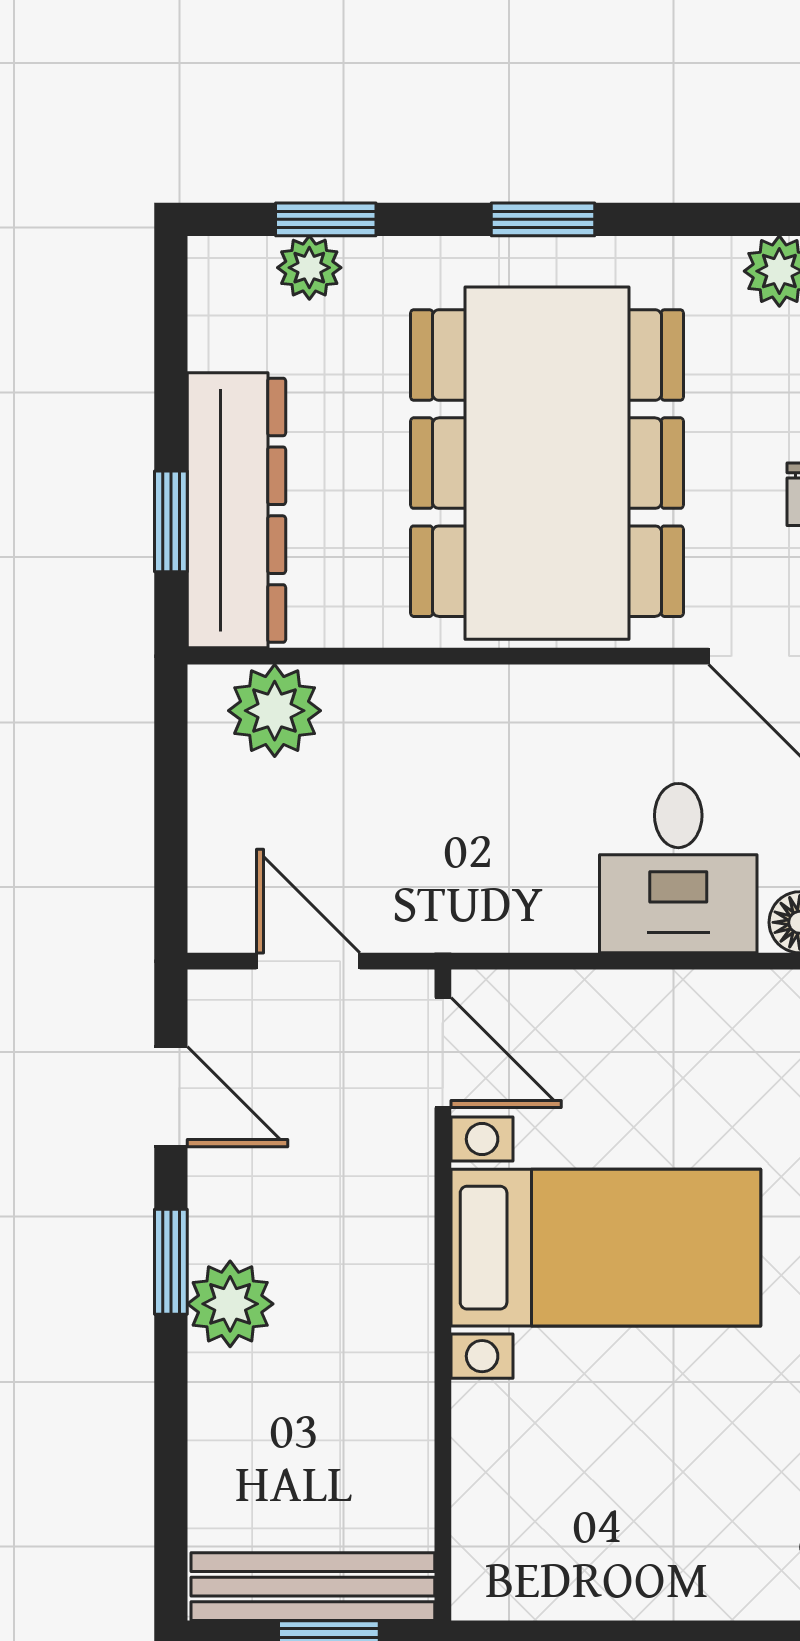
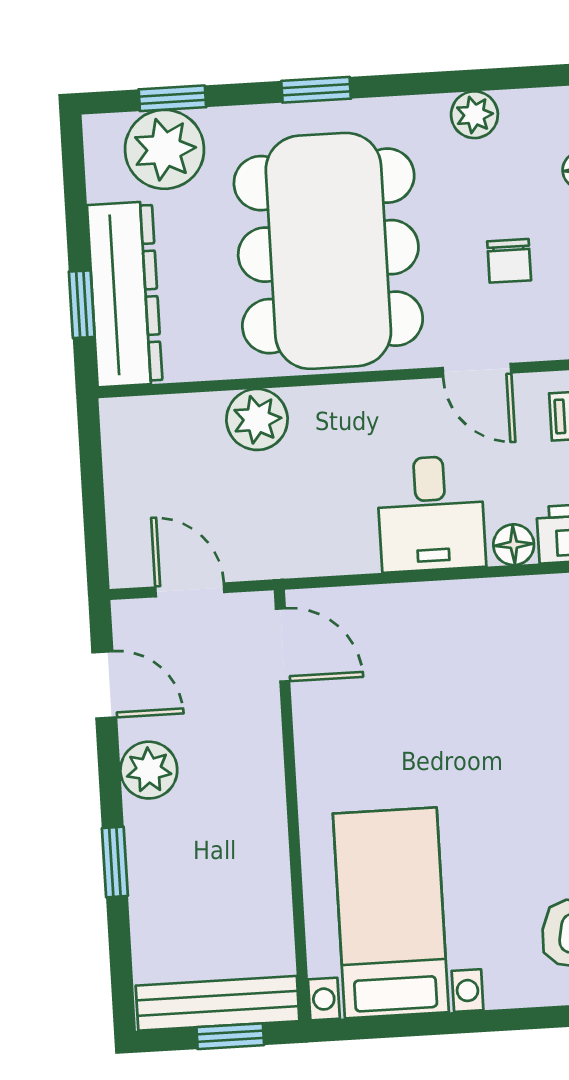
plant: (309, 268) -> (165, 149), width x1.88, depth x1.88
plant: (275, 711) -> (257, 419), moved
bed with nightstands: (606, 1248) -> (391, 913), moved, turned -90
window: (171, 1262) -> (115, 862), moved
plant: (230, 1304) -> (149, 770), moved

